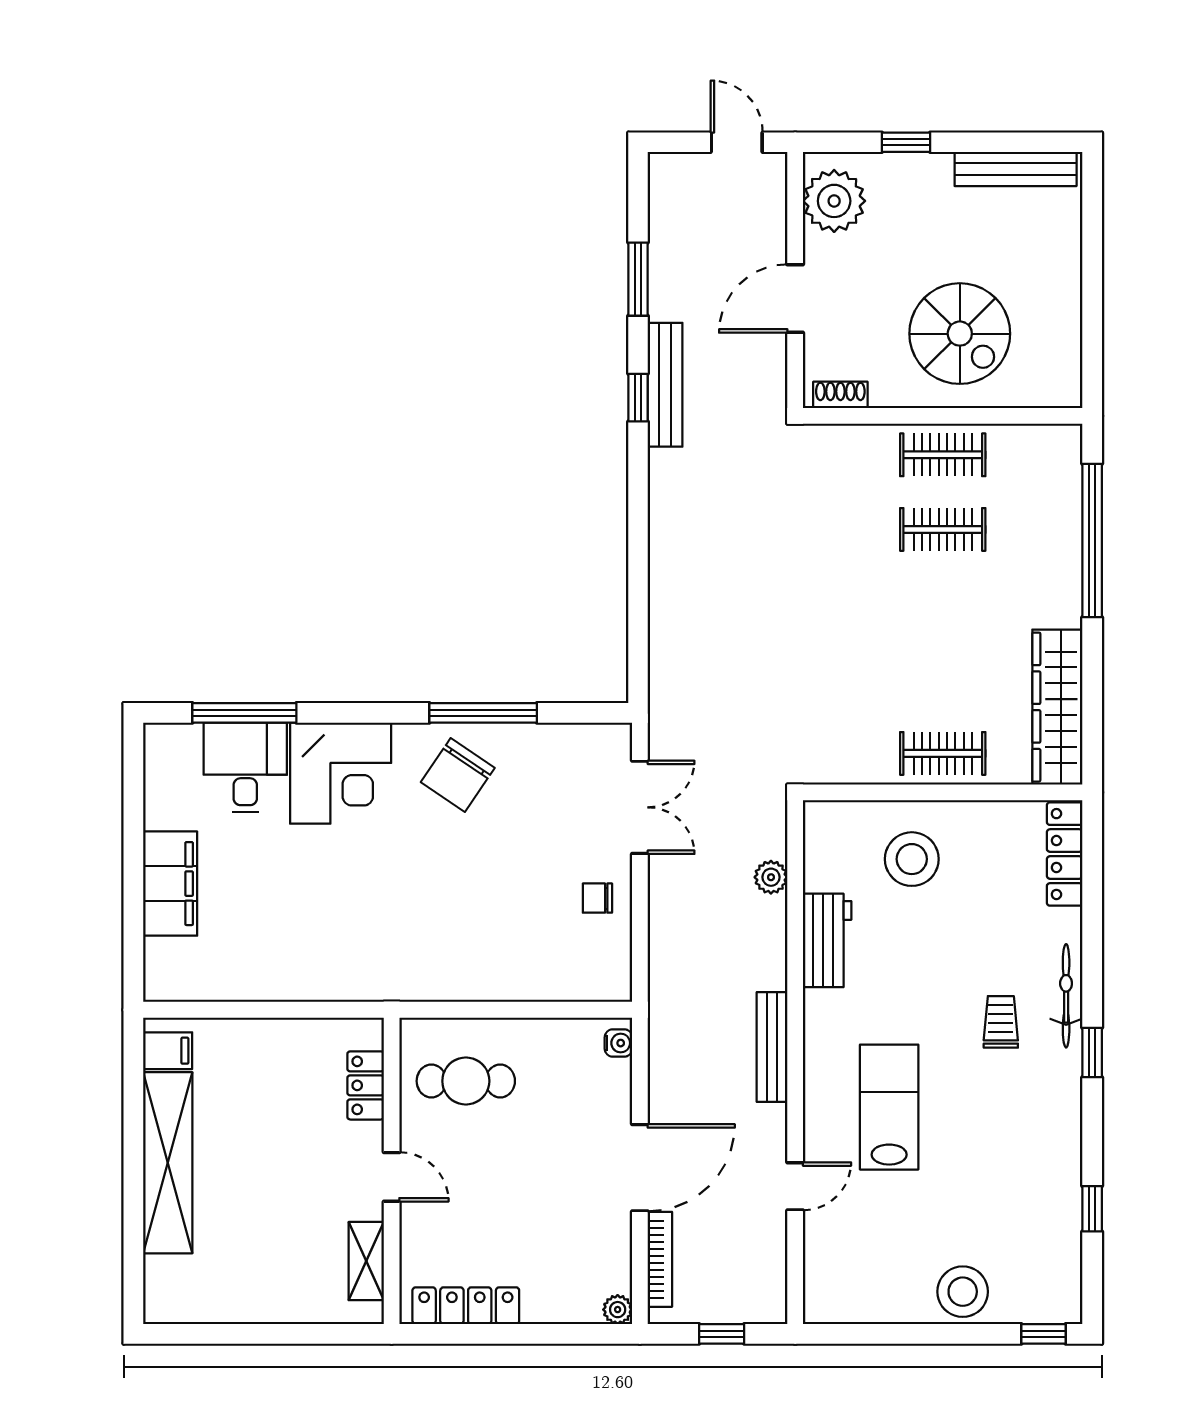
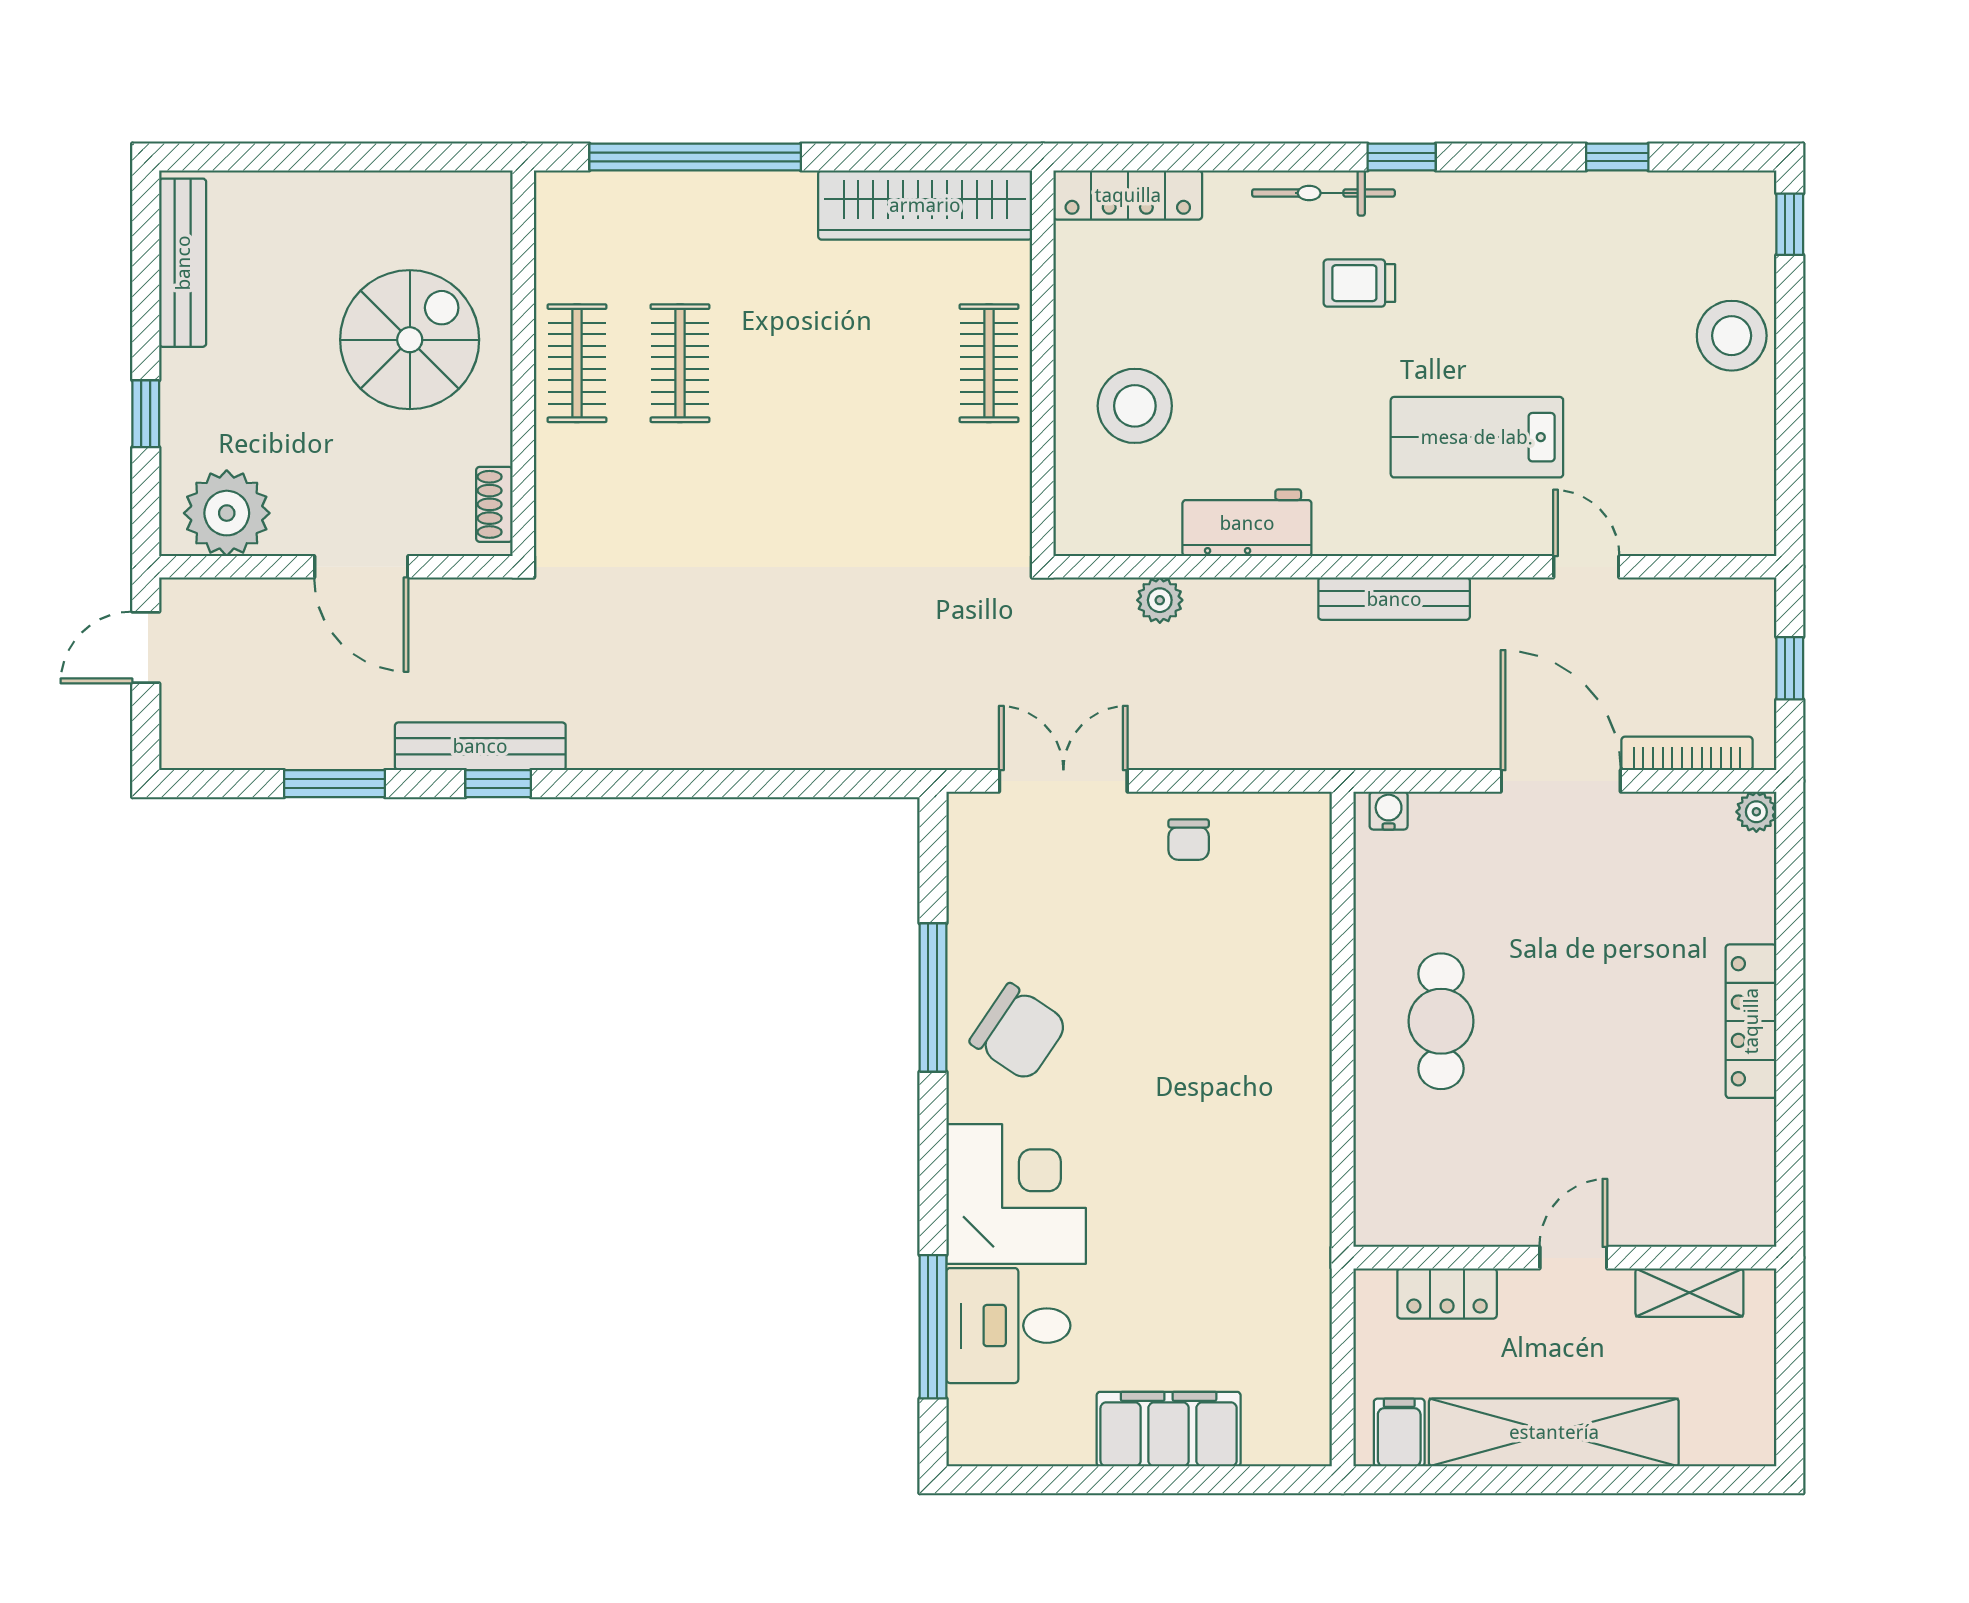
locker: (366, 1085) -> (1447, 1293), moved
wall: (392, 1171) -> (1565, 1258), moved
door: (392, 1177) -> (1573, 1258), moved
shelving: (366, 1261) -> (1689, 1293), moved

